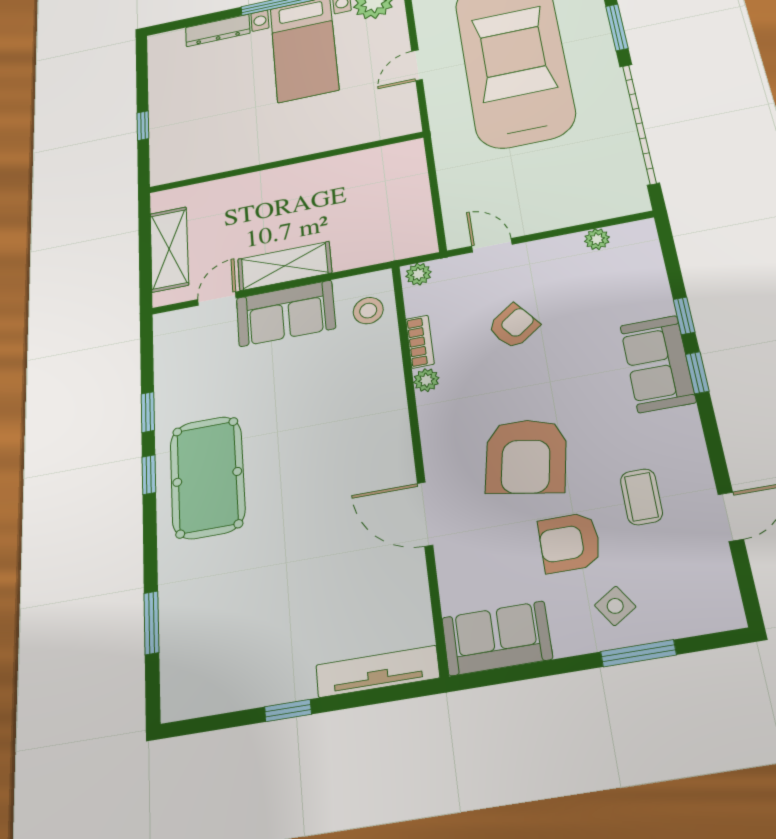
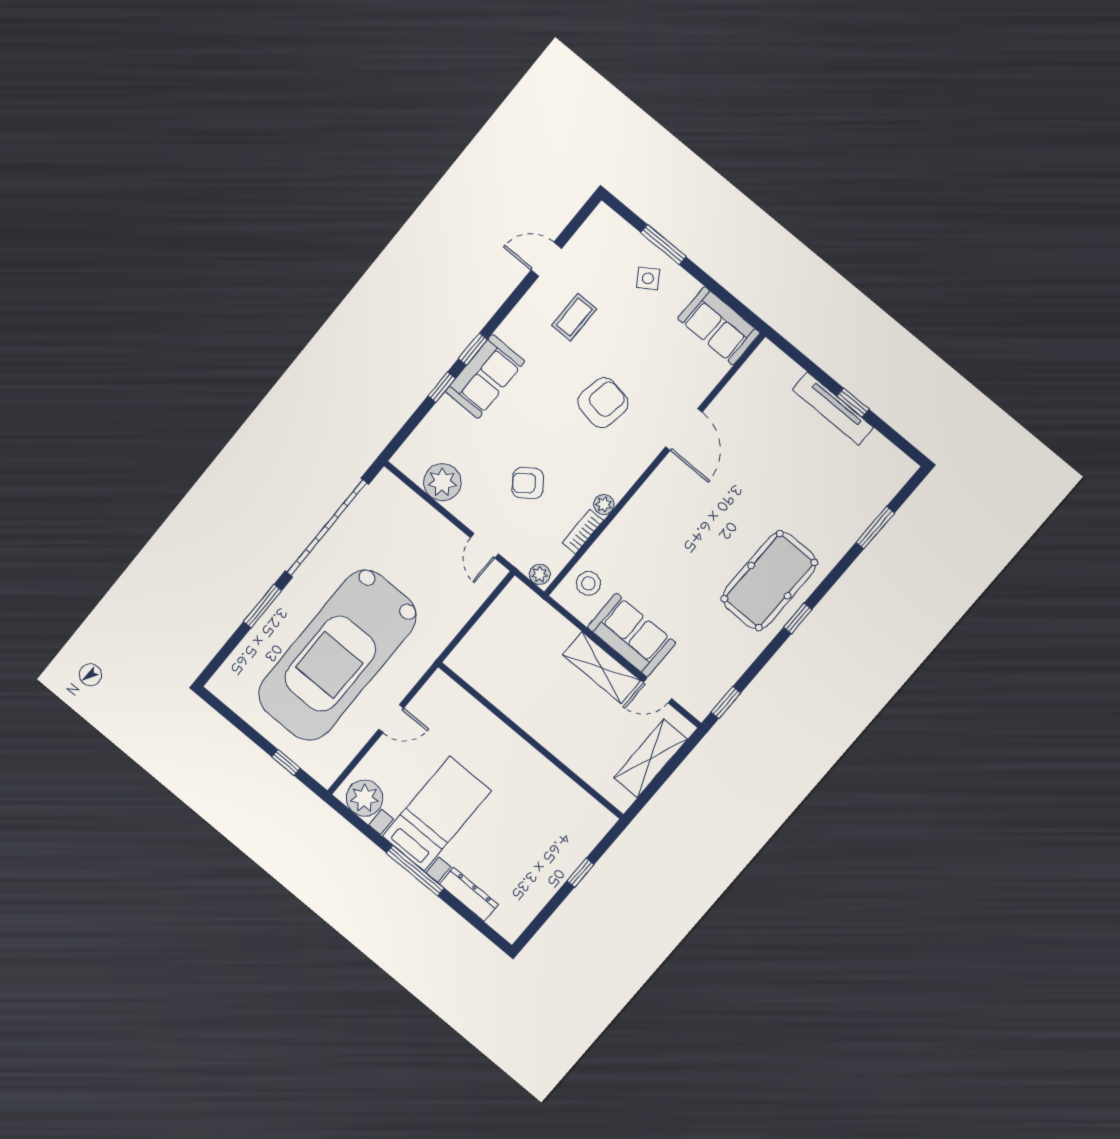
plant: (597, 239) -> (442, 482), width x1.87, depth x1.87
window: (148, 412) -> (726, 703), moved
armchair: (526, 456) -> (603, 403), width x0.73, depth x0.73
armchair: (569, 543) -> (633, 334), removed
tv unit: (377, 671) -> (833, 409), moved

